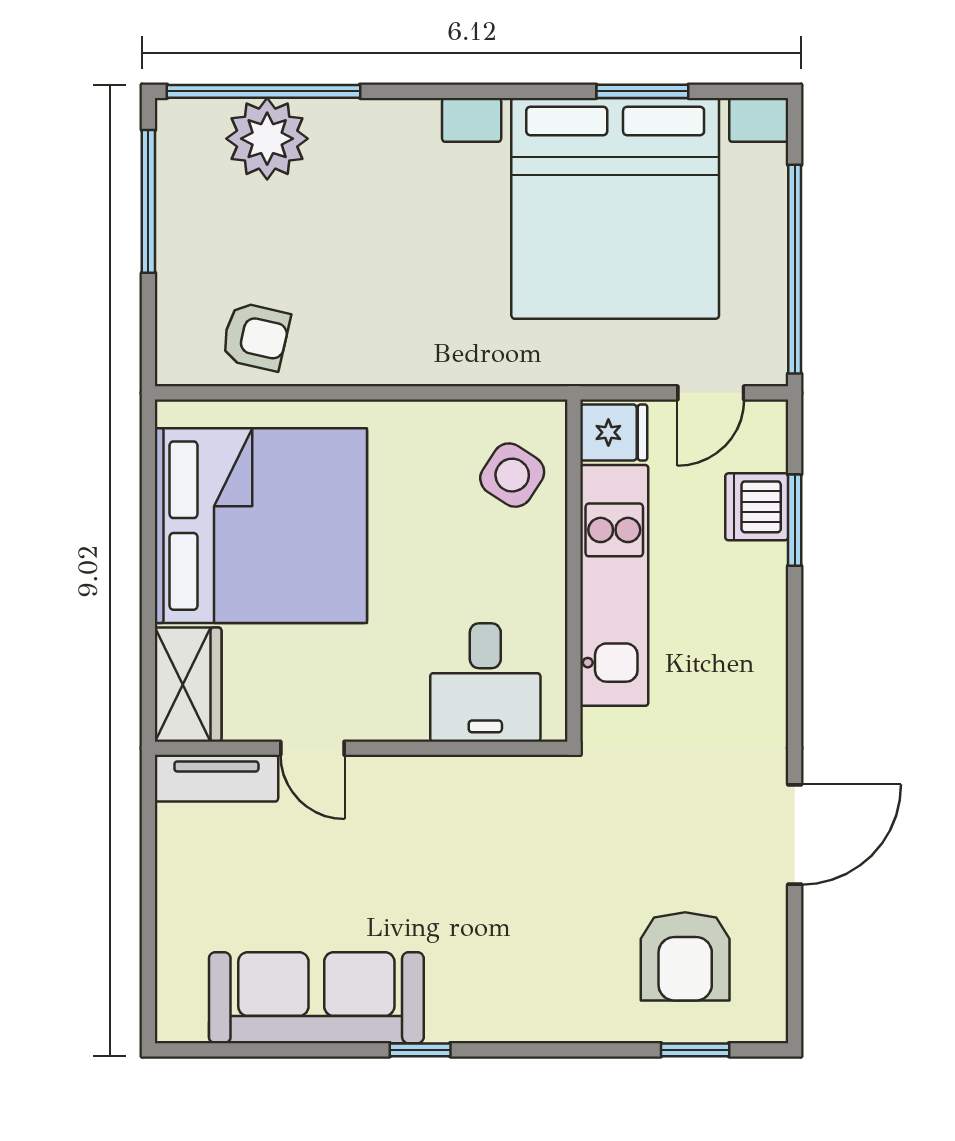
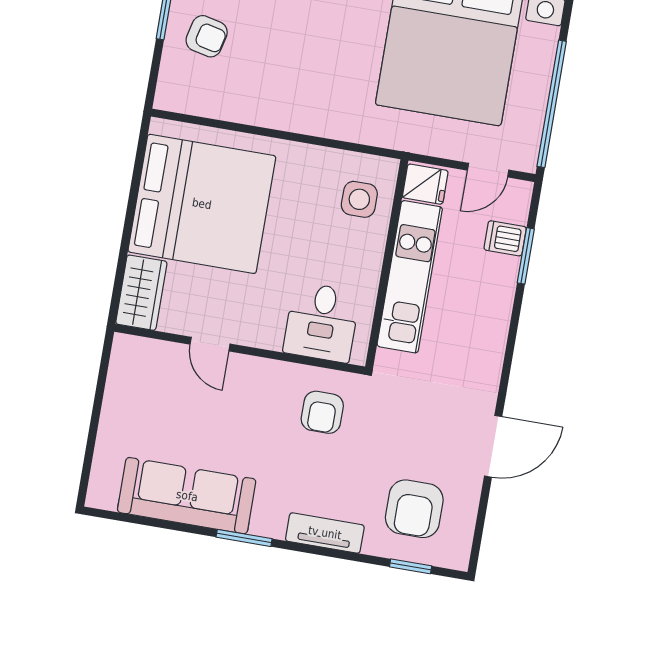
armchair: (256, 336) -> (207, 36), moved
side table: (512, 475) -> (359, 199), turned -33
dishwasher: (757, 507) -> (505, 238), width x0.73
tv unit: (216, 778) -> (325, 533), moved, turned 180
armchair: (511, 827) -> (322, 412), added
window: (420, 1050) -> (244, 538), width x1.50

